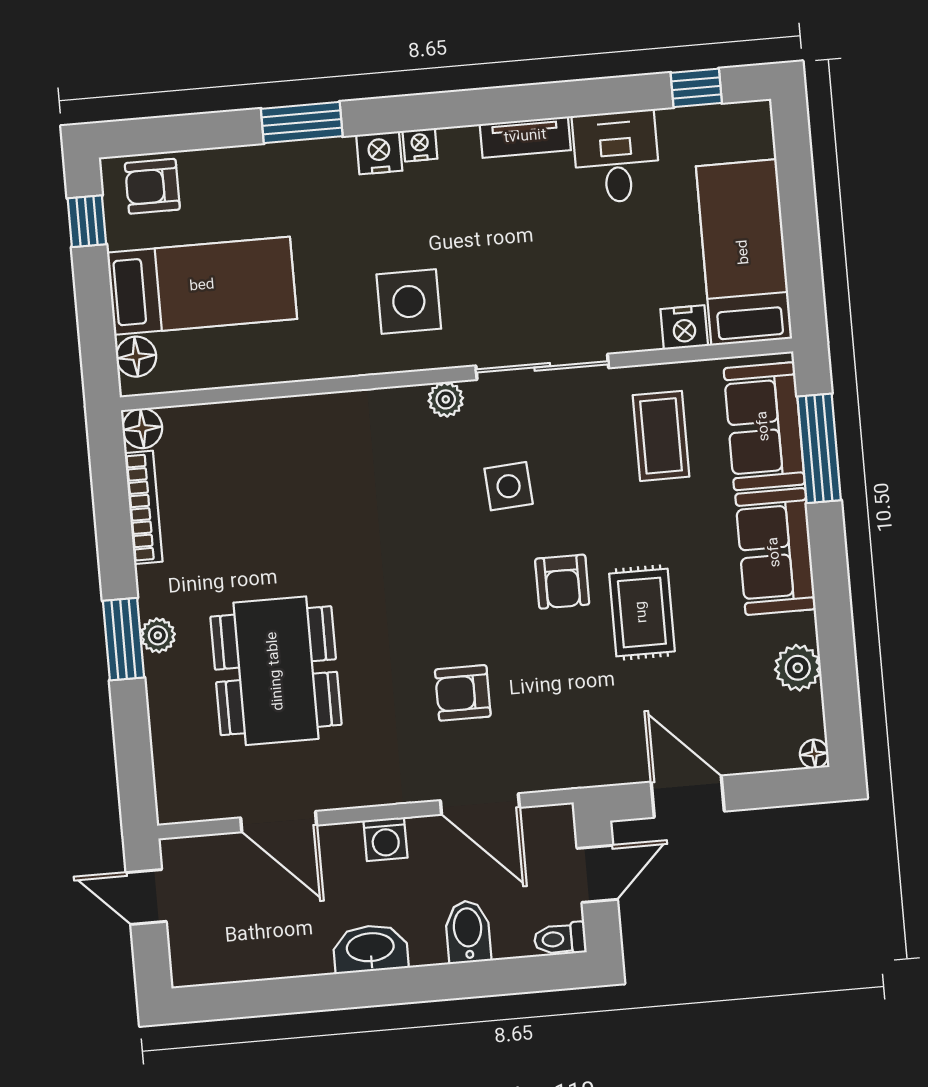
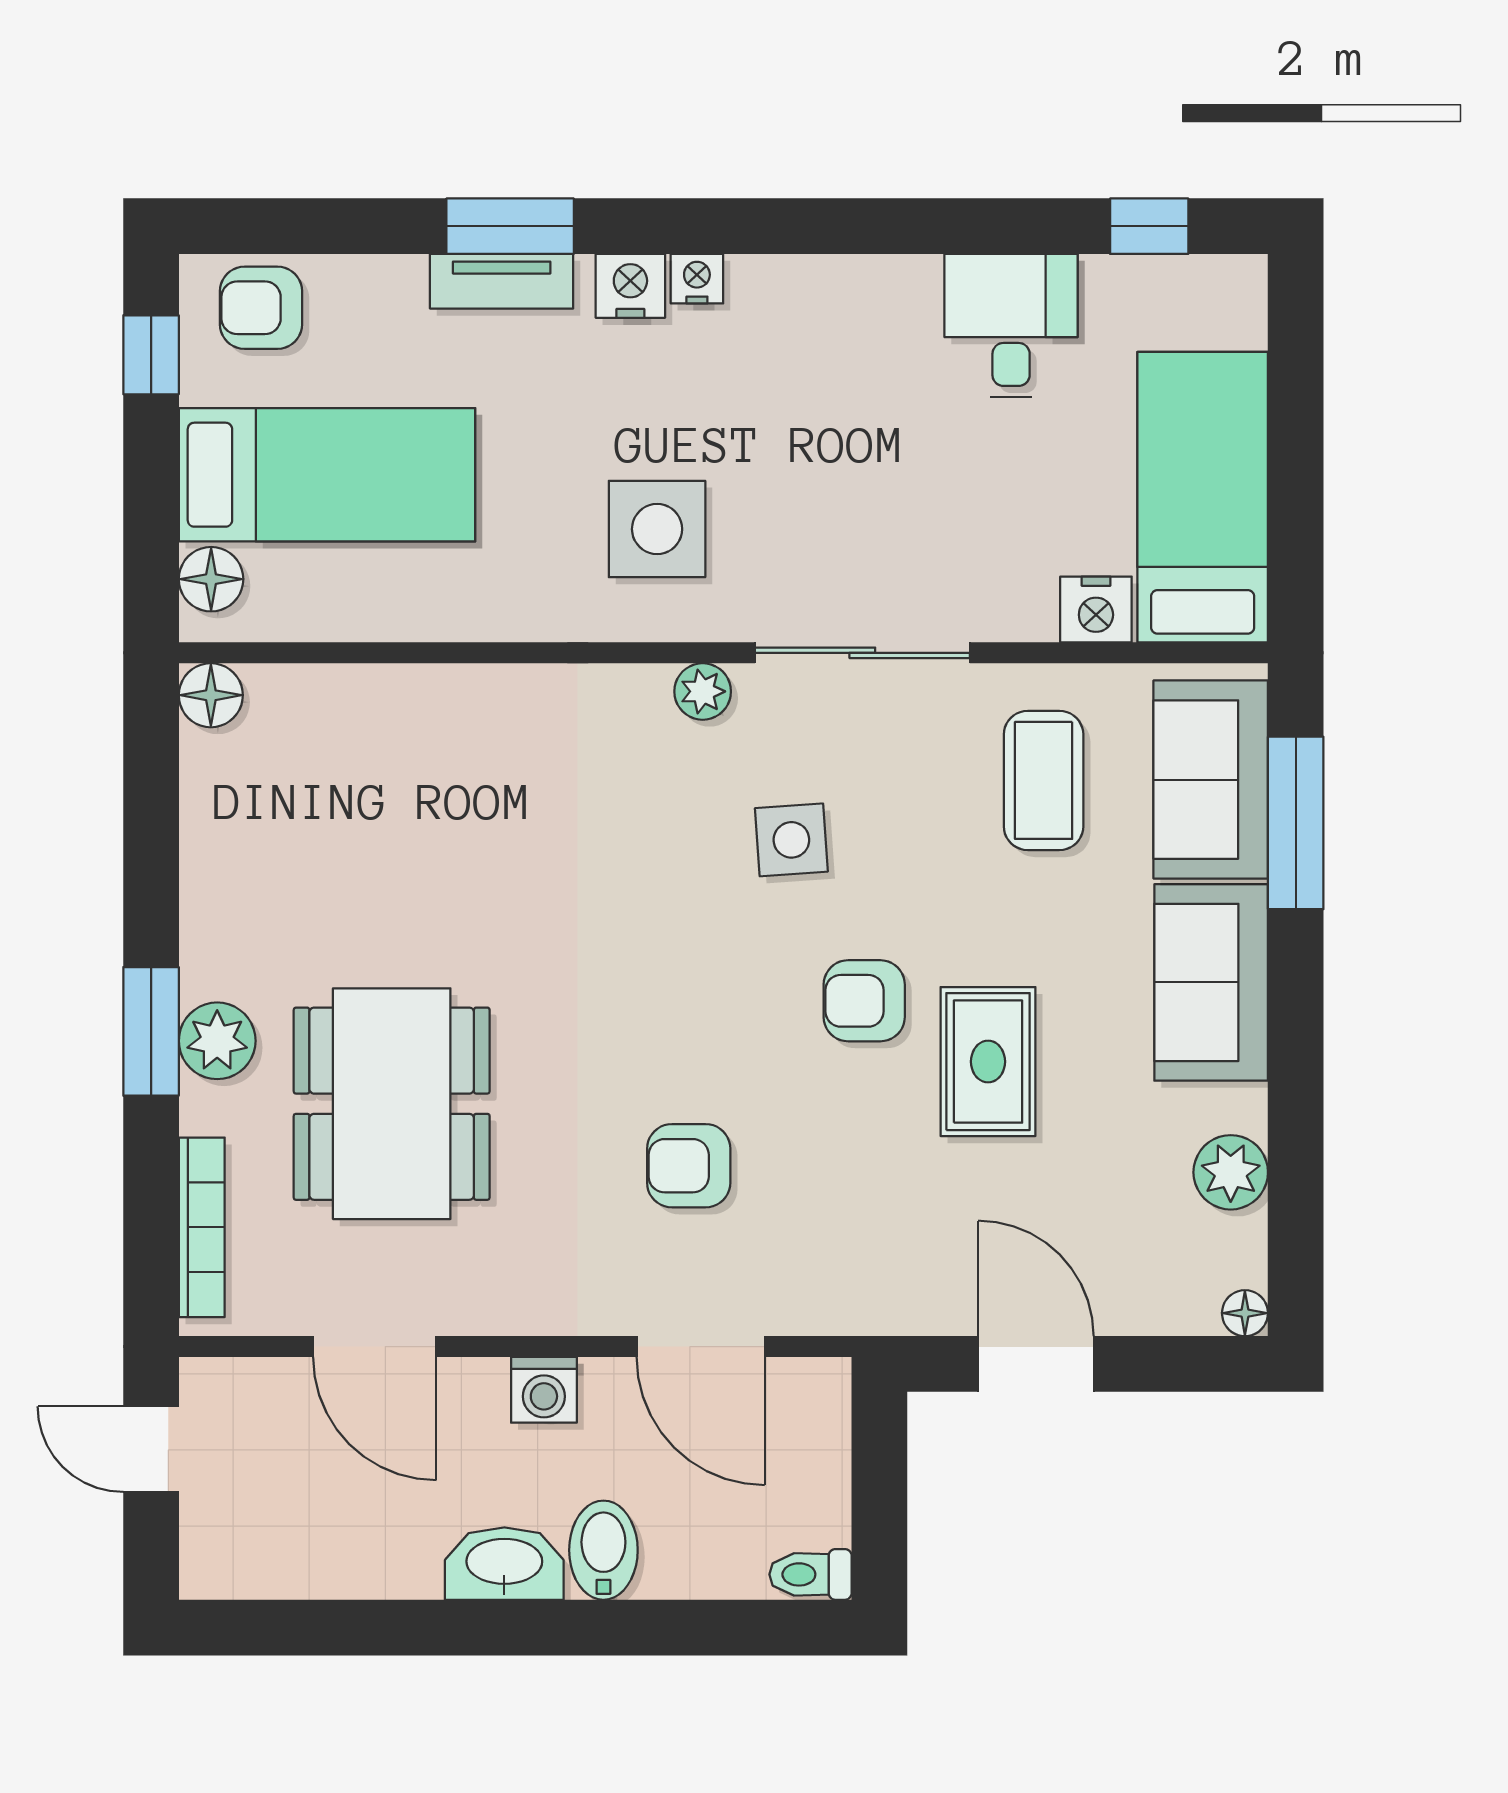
tv unit: (525, 137) -> (502, 281), moved
bookcase: (144, 507) -> (202, 1227), moved
armchair: (562, 582) -> (864, 1001), turned 90
plant: (158, 635) -> (217, 1041), width x1.38, depth x1.38
door: (597, 874) -> (879, 1475), removed
bidet: (468, 932) -> (603, 1550), moved

